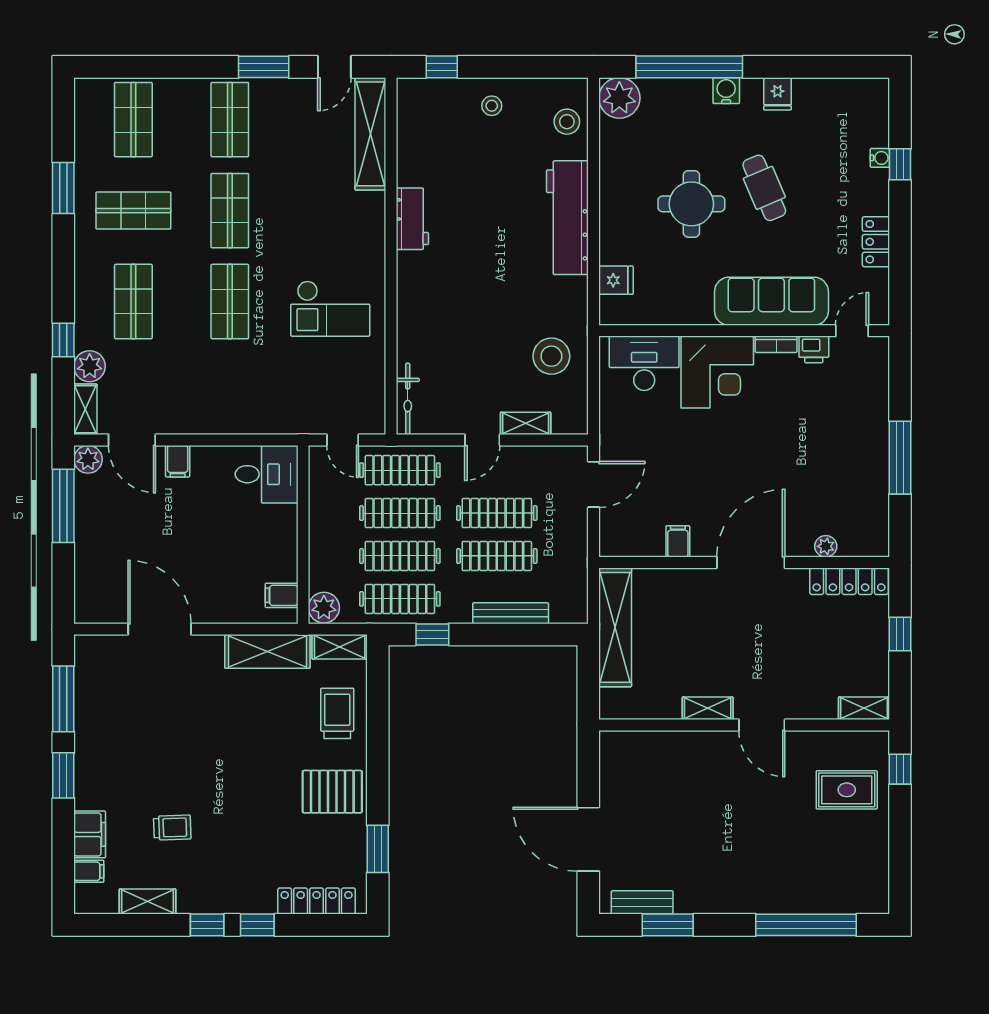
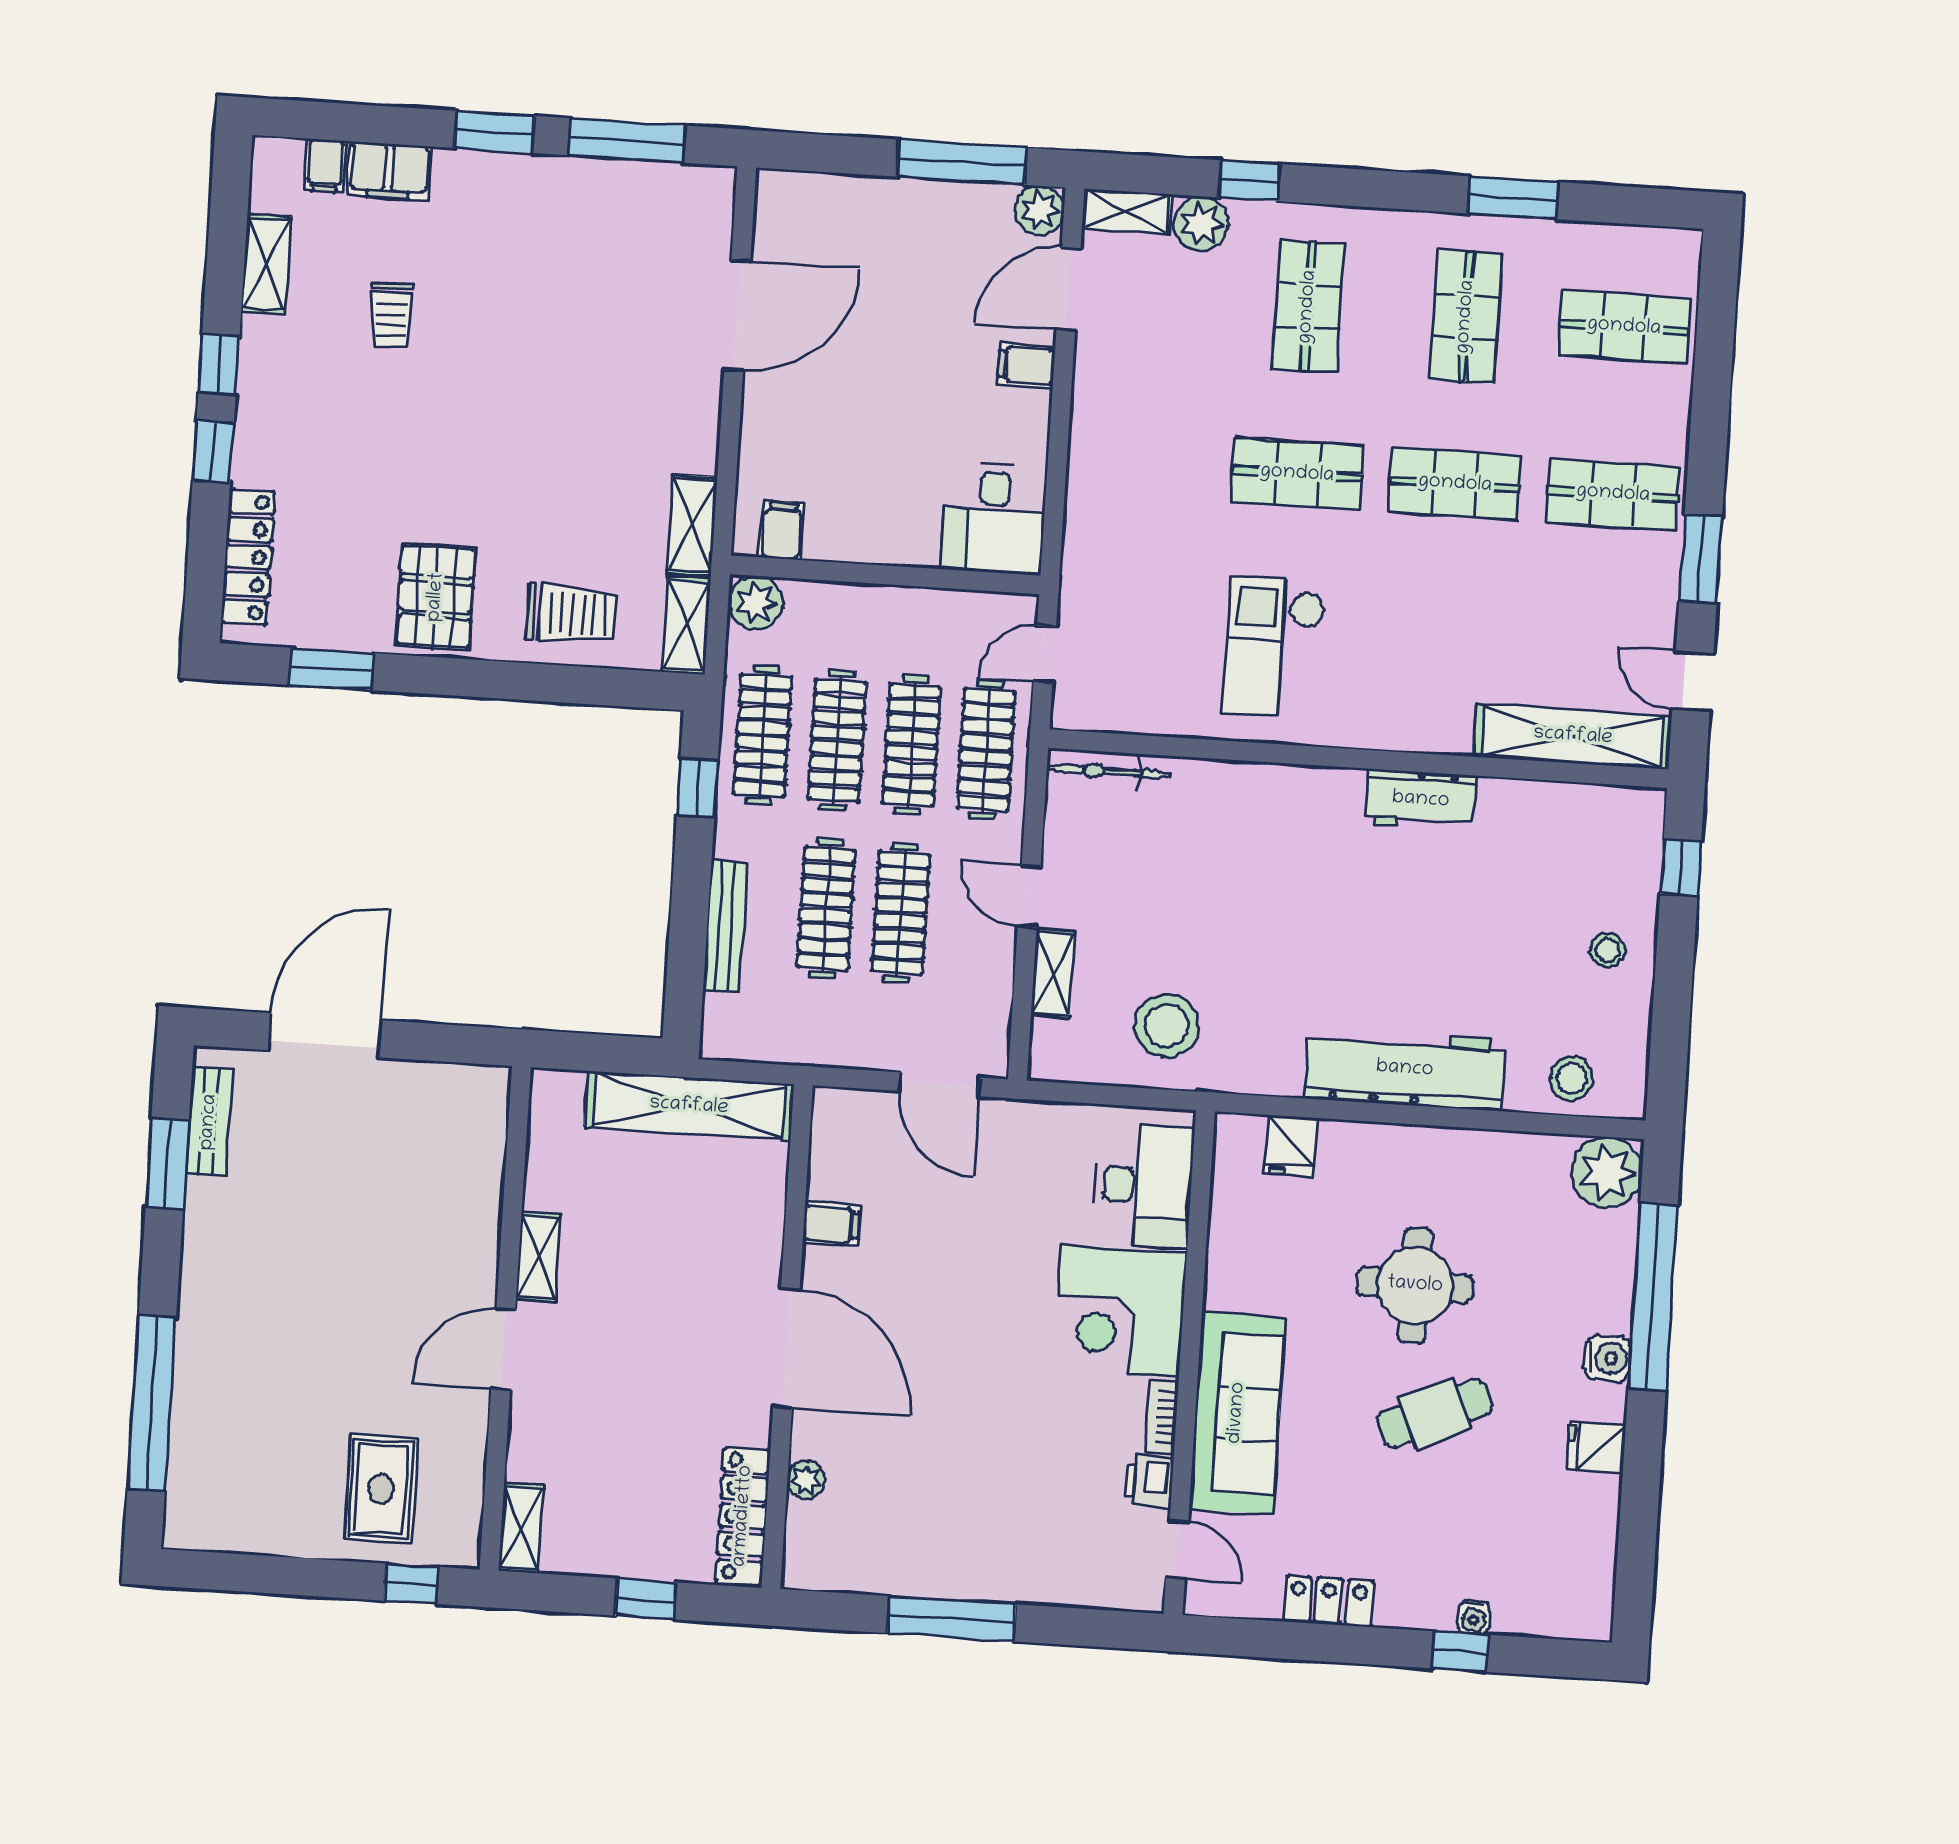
shop shelf: (133, 302) -> (1308, 307), turned 90
shelving: (267, 651) -> (692, 525), width x0.67, depth x0.75

